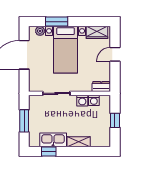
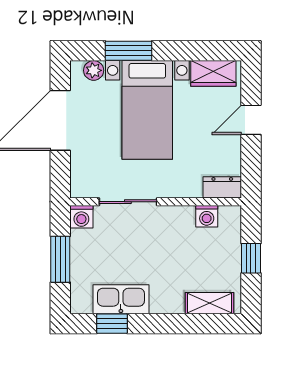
washing machine: (82, 101) -> (81, 217), moved
shelving: (79, 142) -> (209, 303), moved

